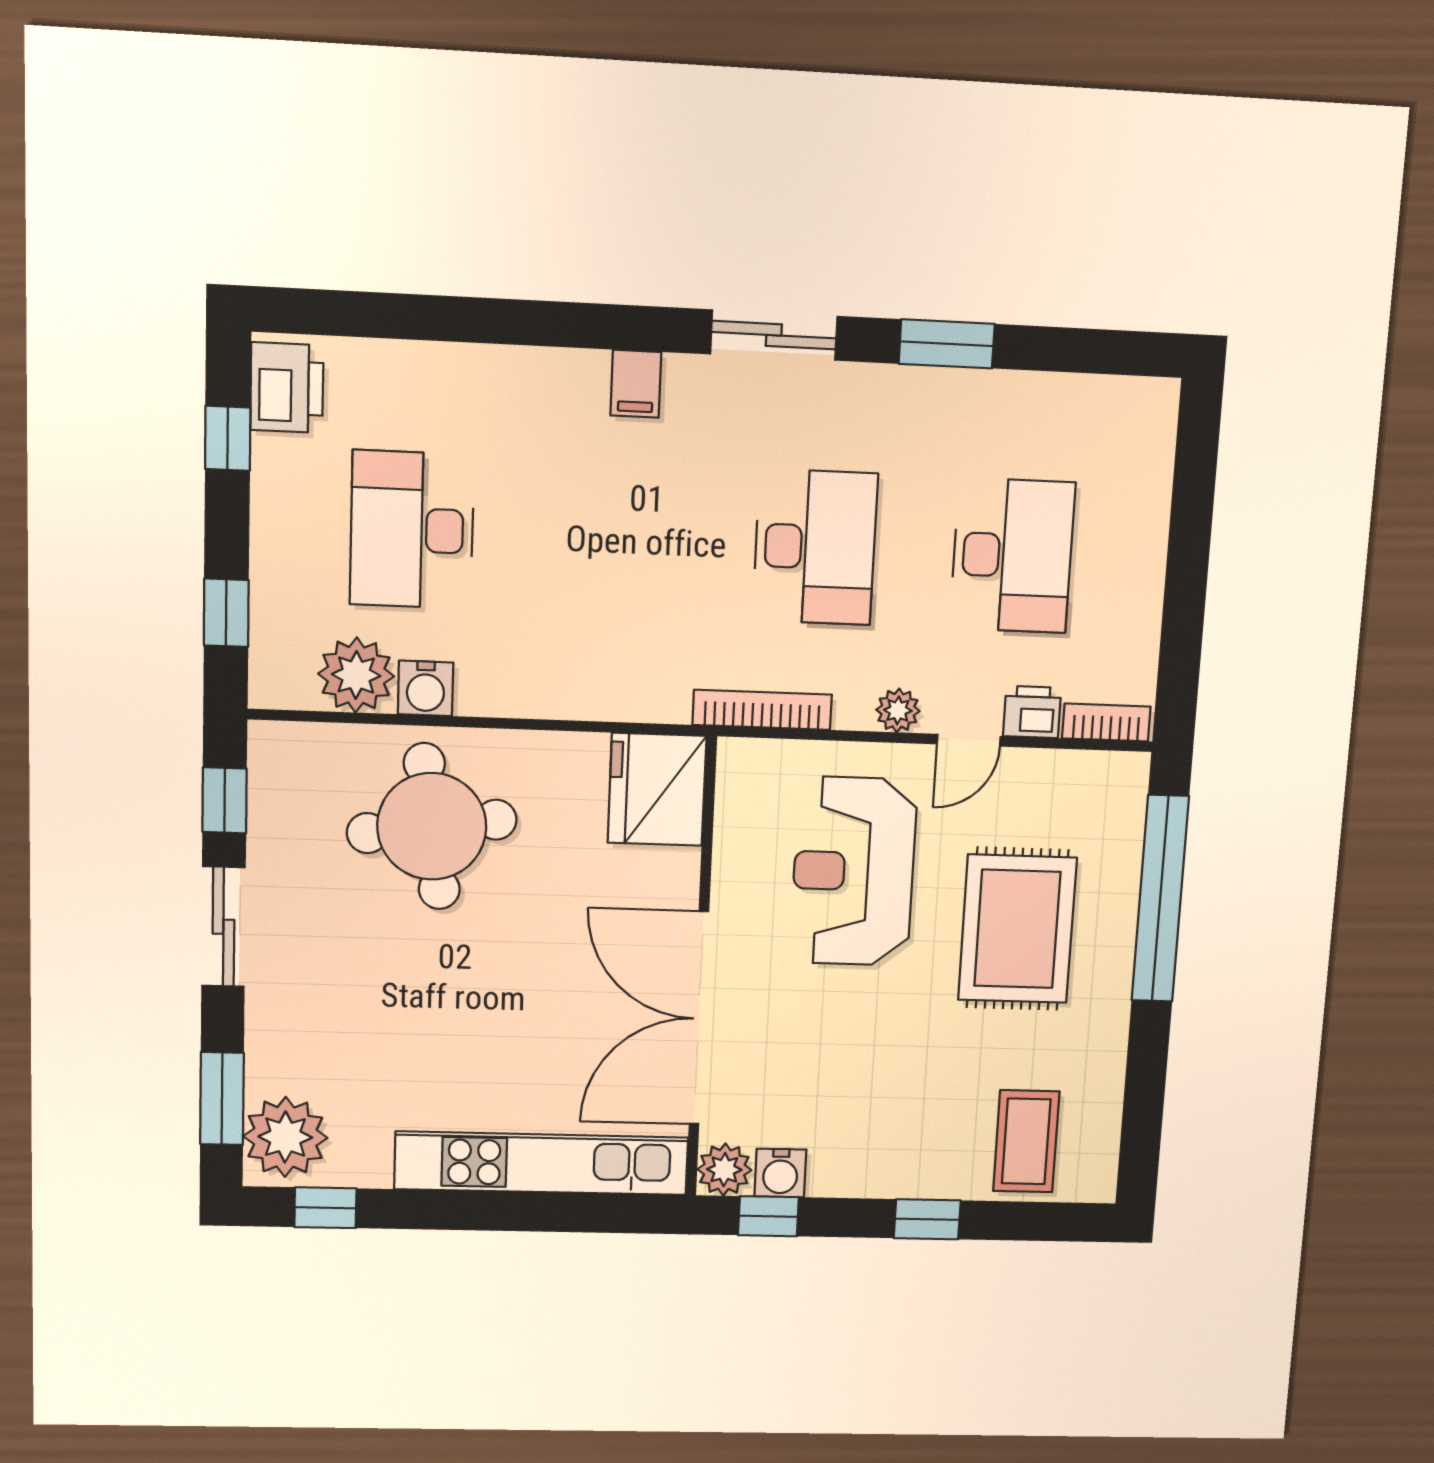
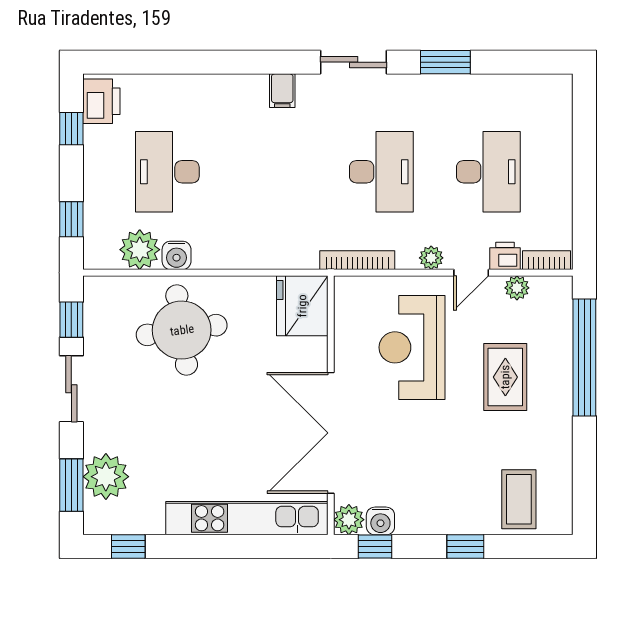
plant: (1050, 771) -> (517, 288), added
rug: (1017, 929) -> (505, 377), width x0.73, depth x0.70
plant: (285, 1137) -> (106, 477), moved

